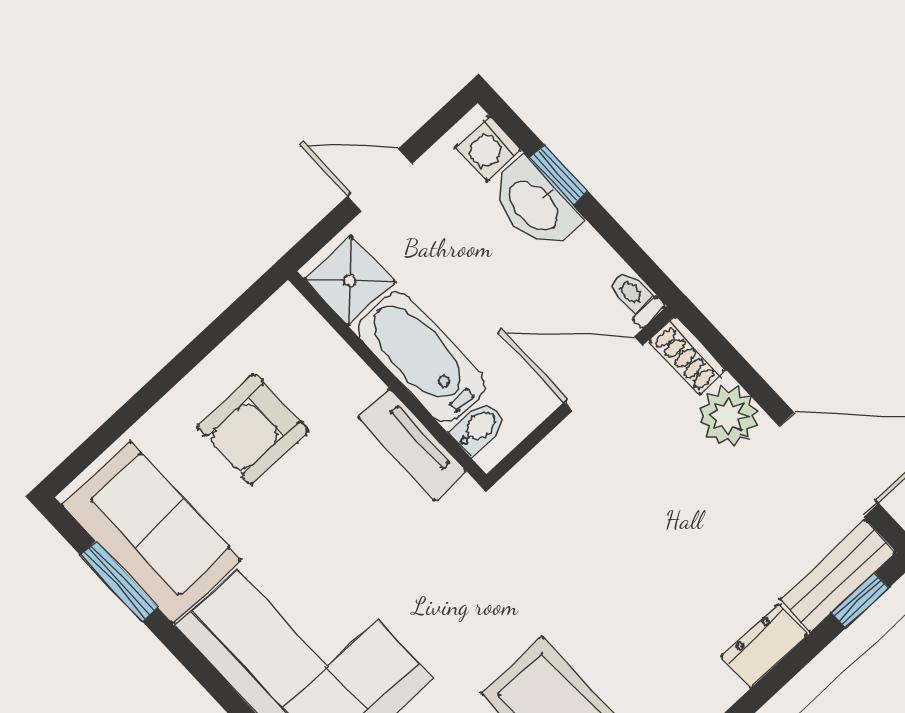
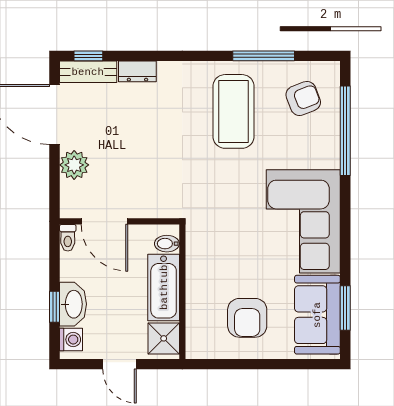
shoe rack: (688, 355) -> (68, 200), removed
armchair: (253, 429) -> (247, 318), turned 90
tv unit: (412, 445) -> (196, 259), removed

